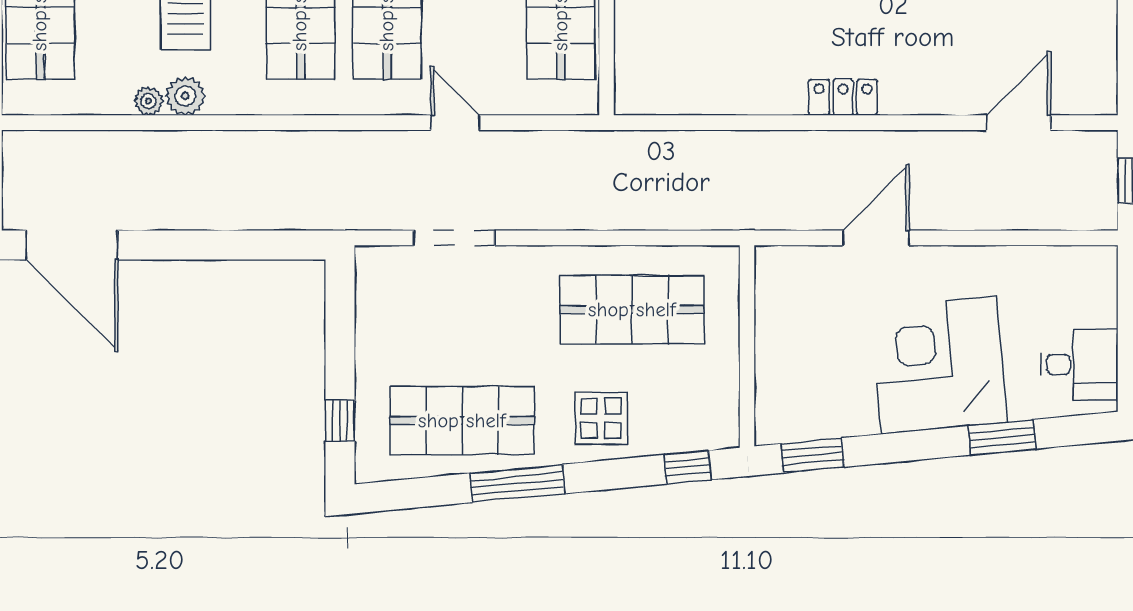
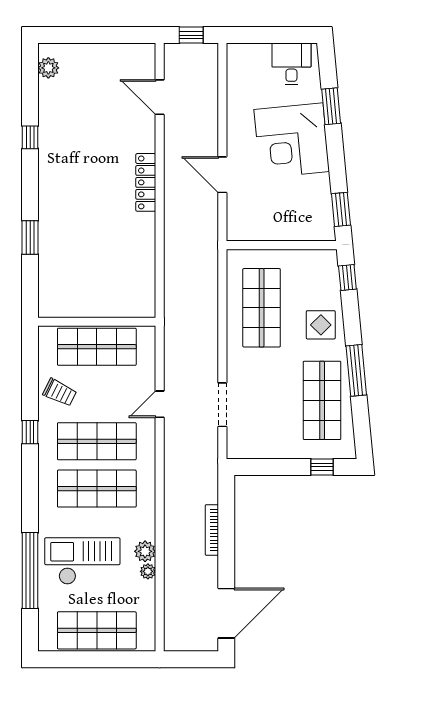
locker: (843, 97) -> (146, 182), width x1.53
bookcase: (224, 219) -> (212, 530), added

